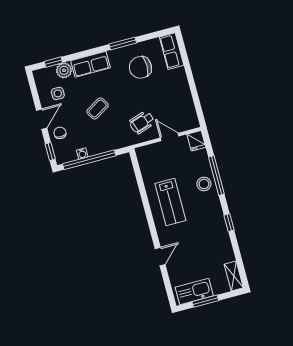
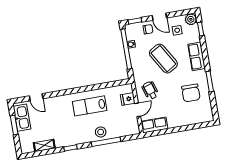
row of seats: (172, 51) -> (154, 125), moved
chair: (140, 67) -> (191, 93), turned 180
plant: (64, 70) -> (191, 19), moved
coffee table: (97, 108) -> (163, 59), width x1.86, depth x1.72
fridge: (196, 141) -> (128, 99), moved
door: (160, 257) -> (36, 97), moved
shelving: (234, 276) -> (44, 145), moved

